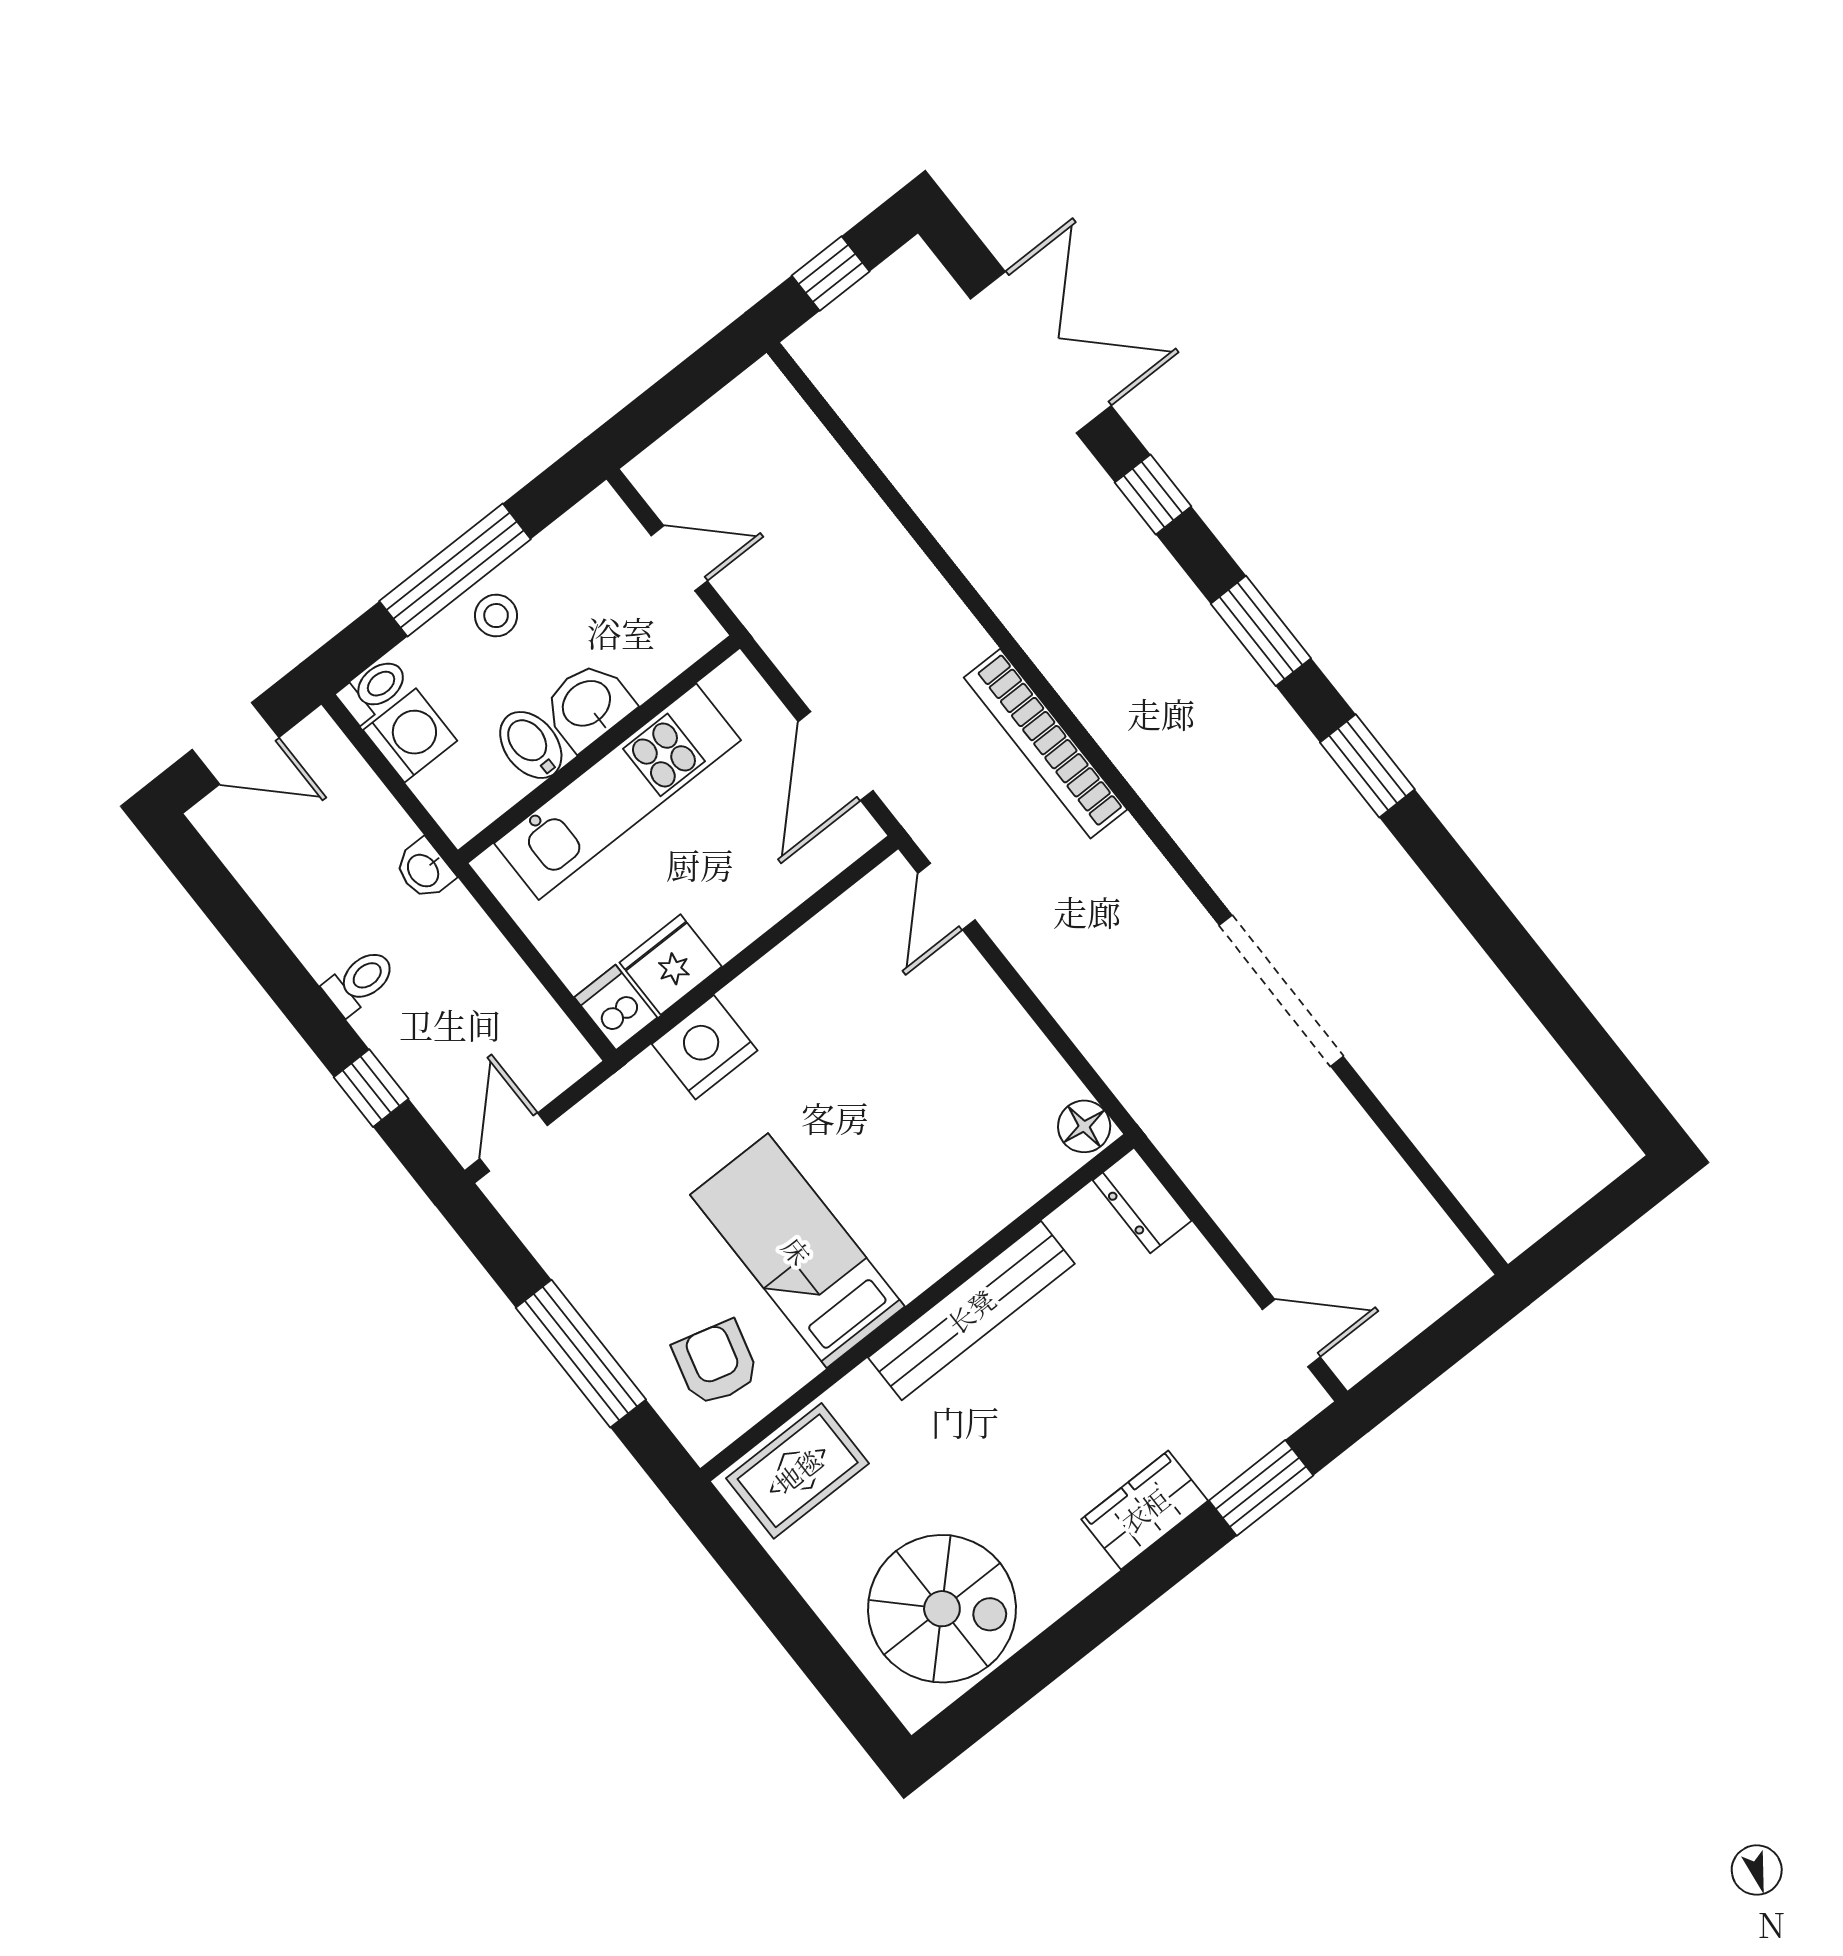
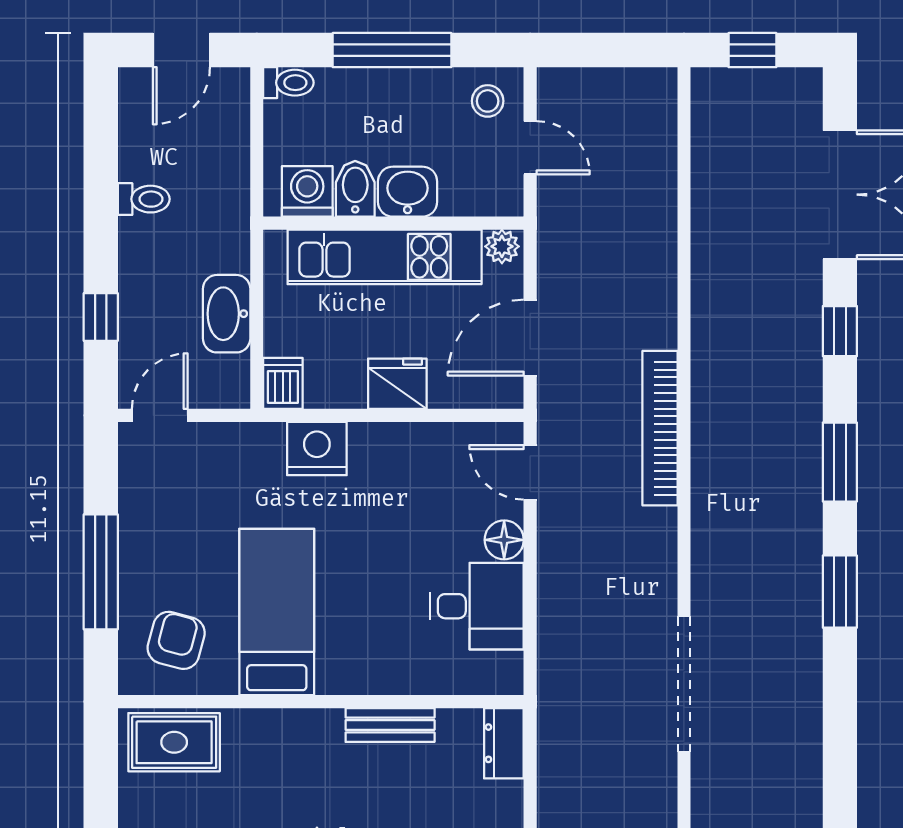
stool: (496, 616) -> (488, 101), moved
plant: (731, 684) -> (502, 246), added
washing machine: (410, 735) -> (307, 191), moved, turned -90
door: (236, 743) -> (181, 50), hinge flipped
washbasin: (424, 870) -> (227, 314), moved, width x1.91, depth x1.45
door: (947, 897) -> (530, 472), hinge flipped
fridge: (671, 965) -> (397, 384), moved
toilet: (360, 981) -> (144, 199), moved
desk: (1001, 1080) -> (477, 606), added
floor lamp: (1084, 1126) -> (504, 540), moved
bench: (971, 1311) -> (390, 725), width x0.54, depth x0.82

